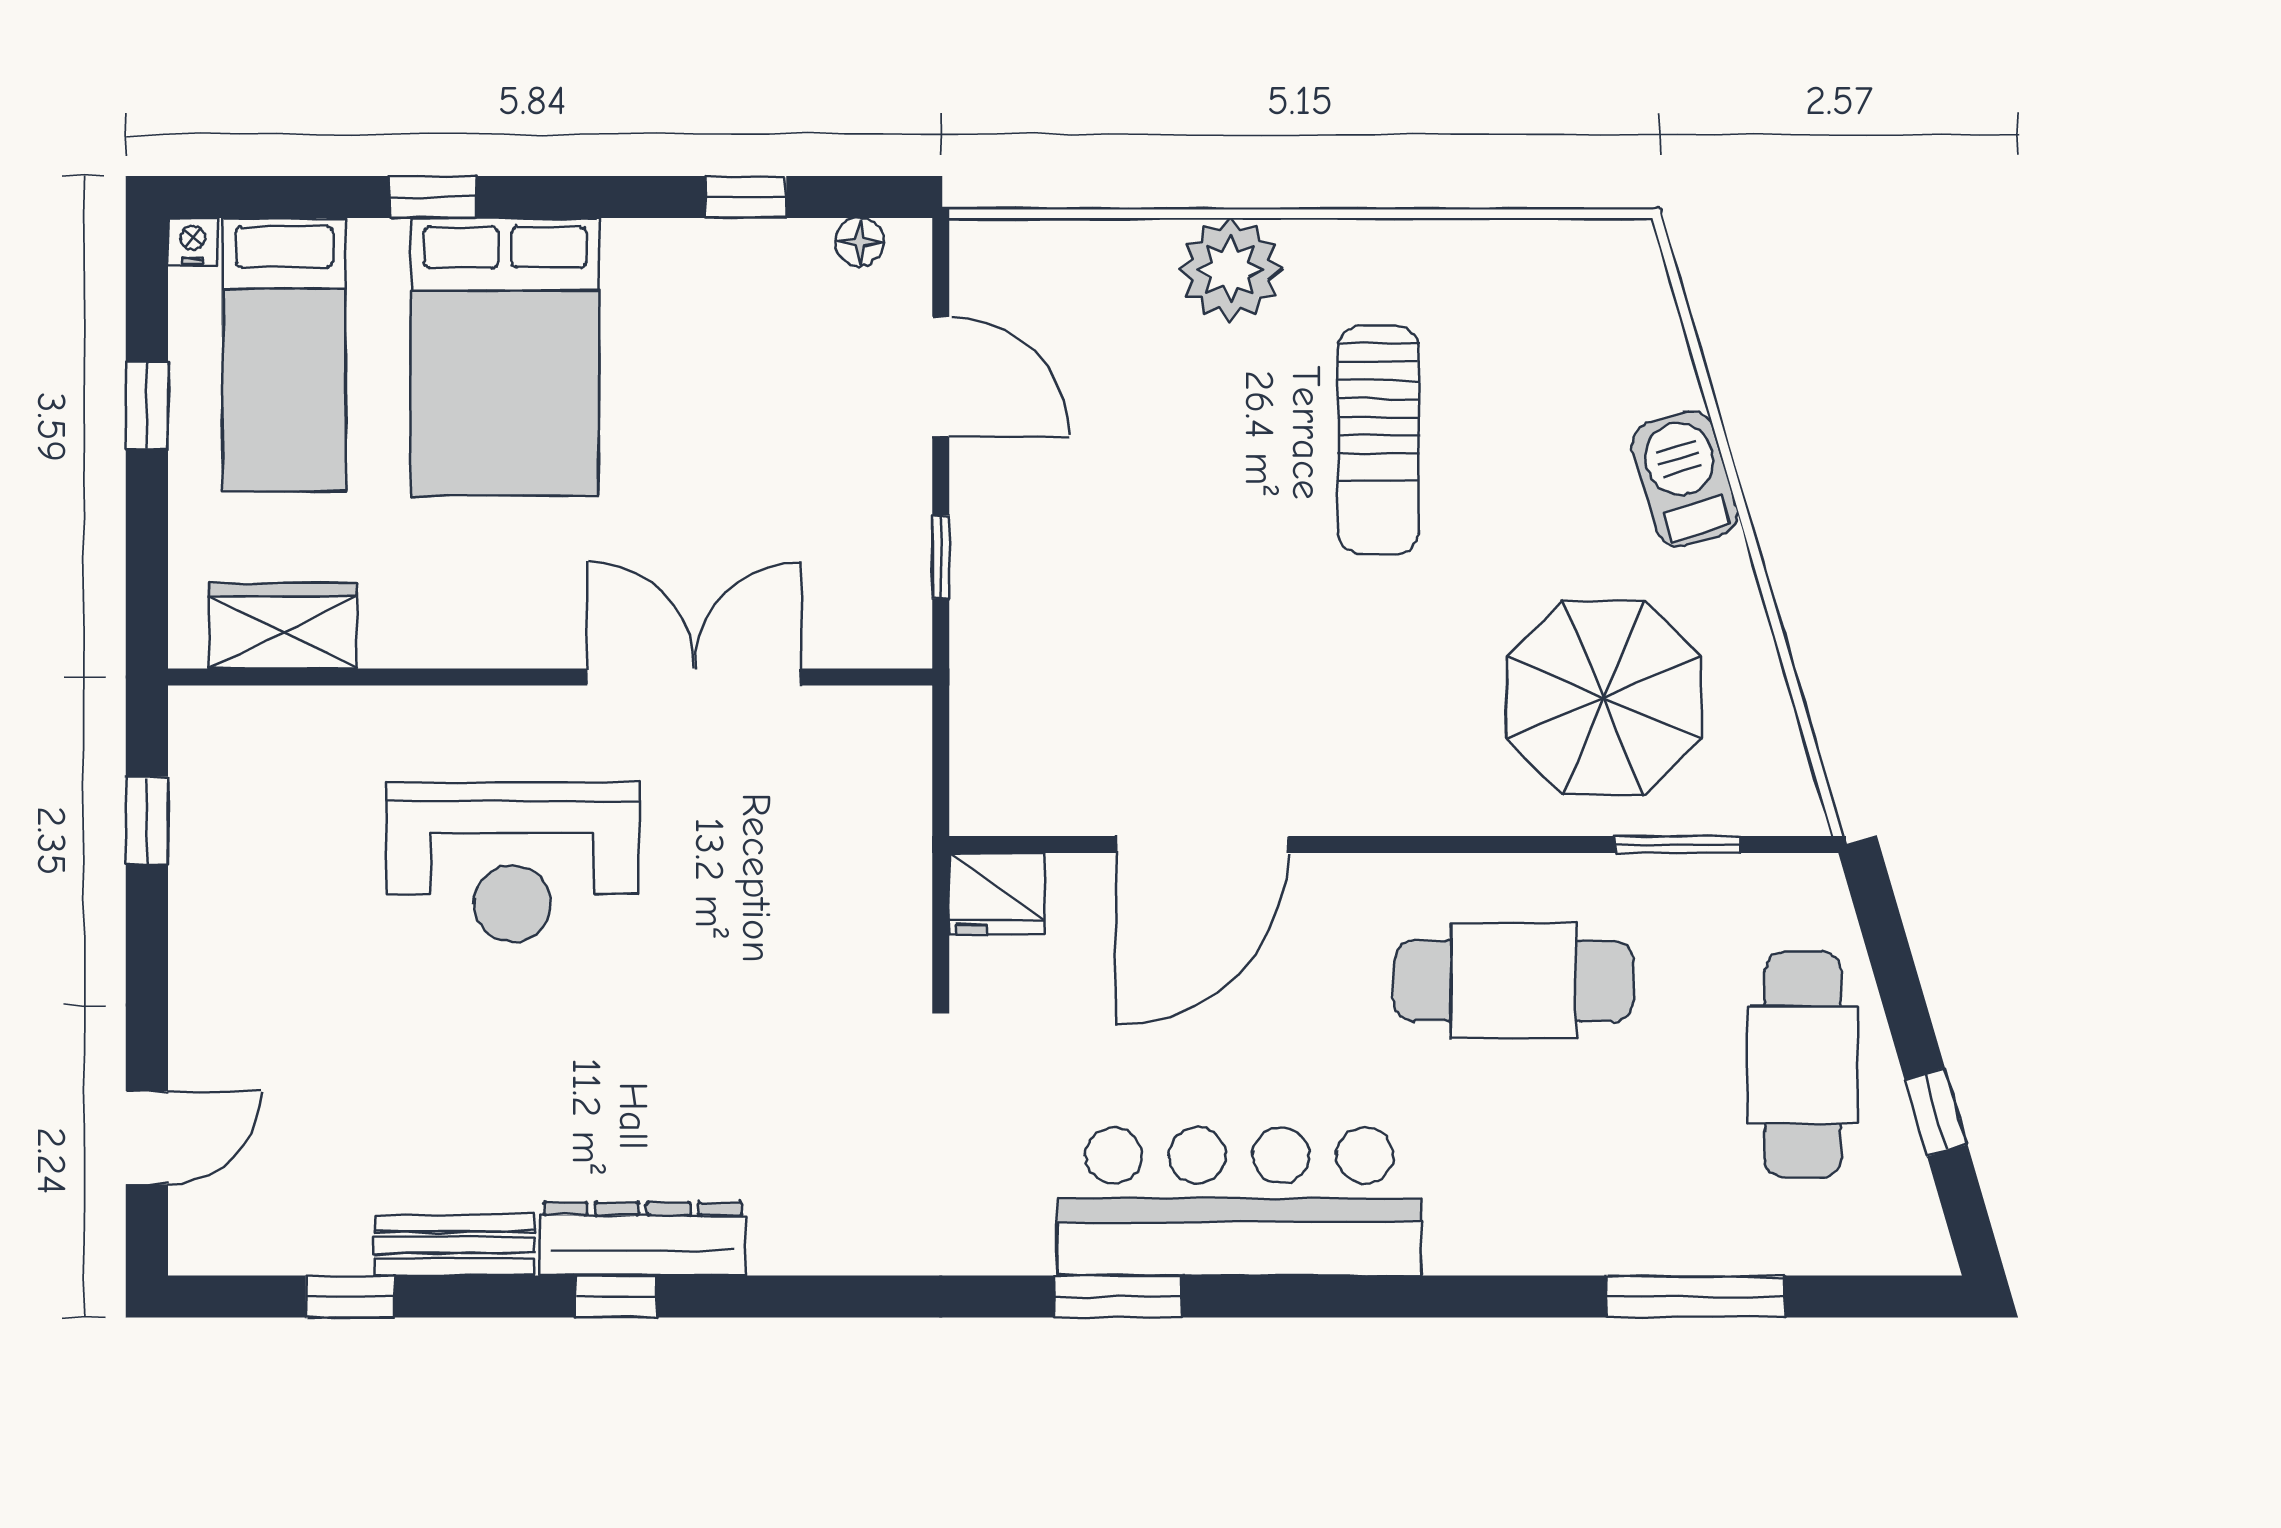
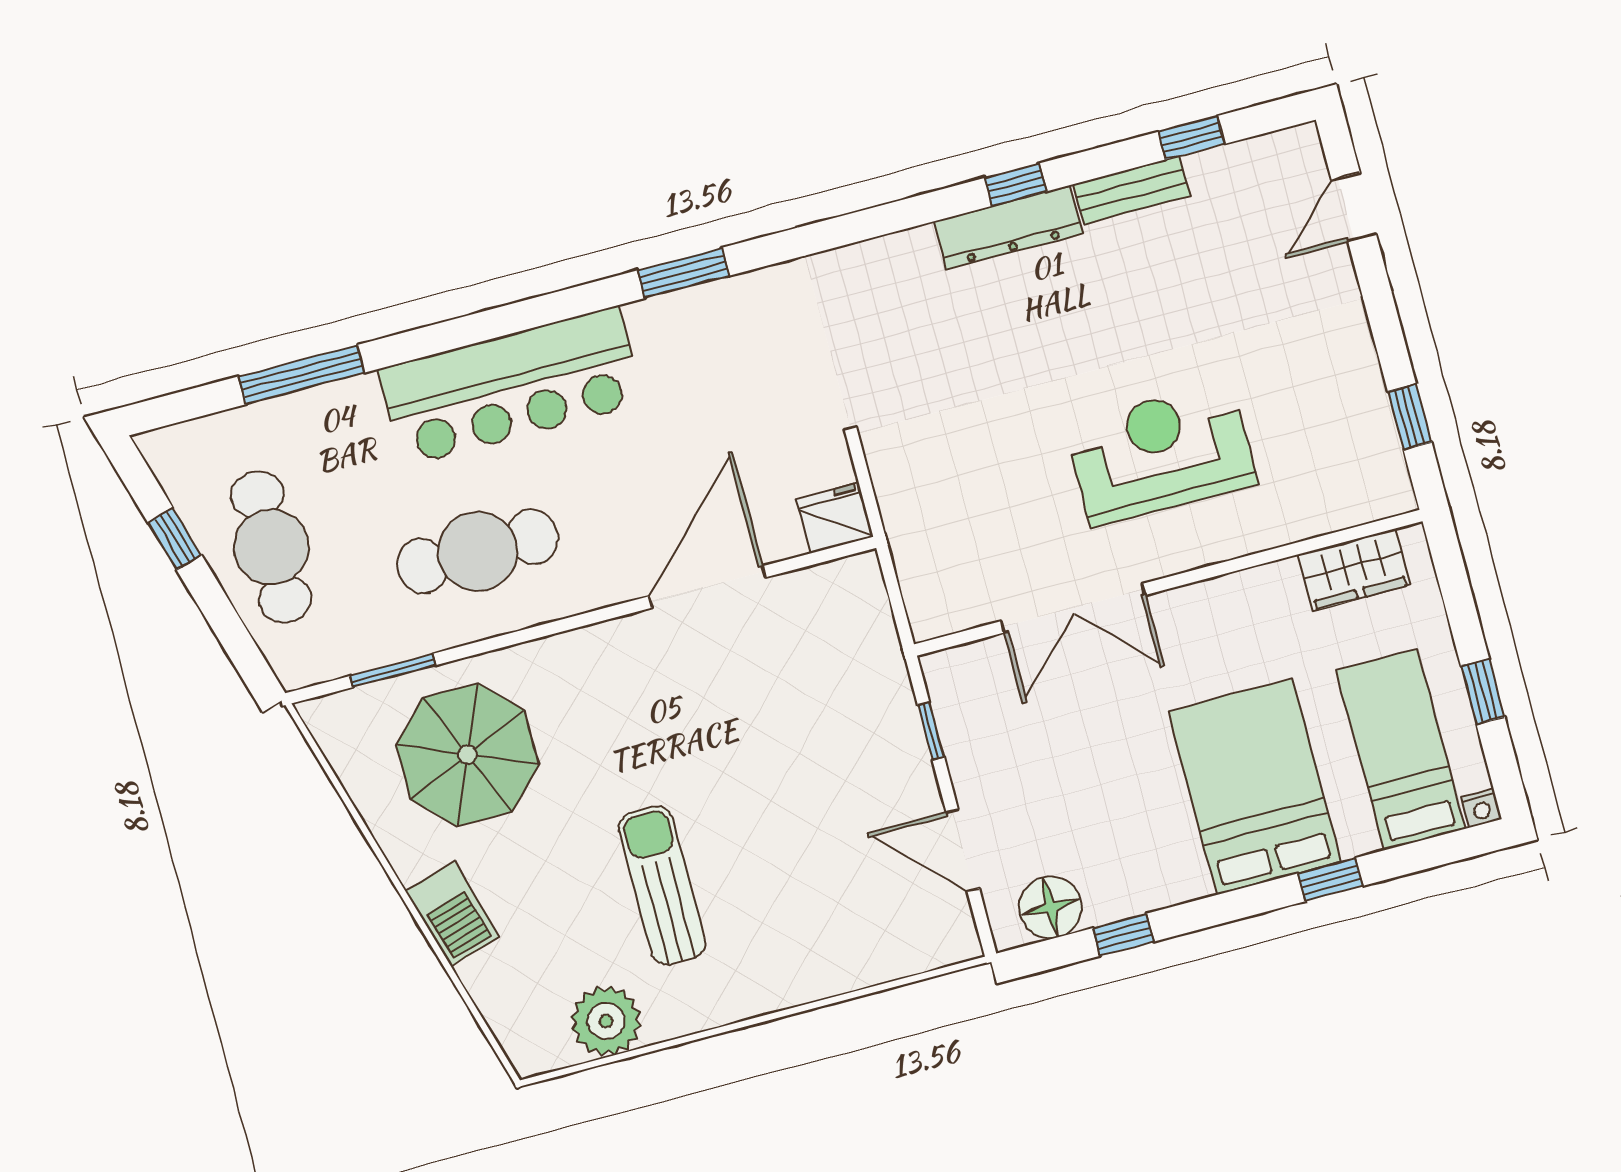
floor lamp: (860, 242) -> (1050, 907), width x1.89, depth x1.89
plant: (1230, 270) -> (606, 1021), moved
bar counter: (1239, 1201) -> (511, 386), moved

